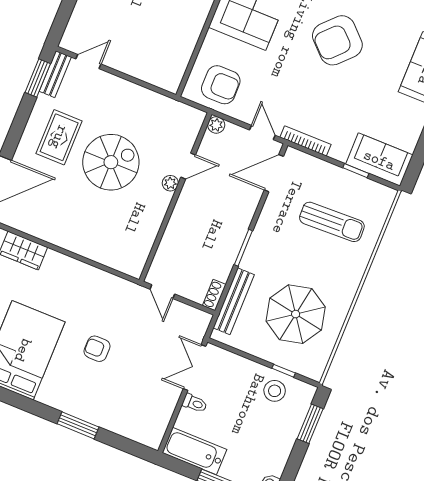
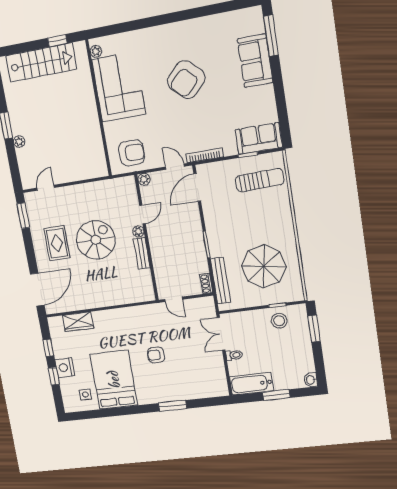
bench: (55, 74) -> (142, 253), moved
sun lounger: (332, 222) -> (260, 180), moved

